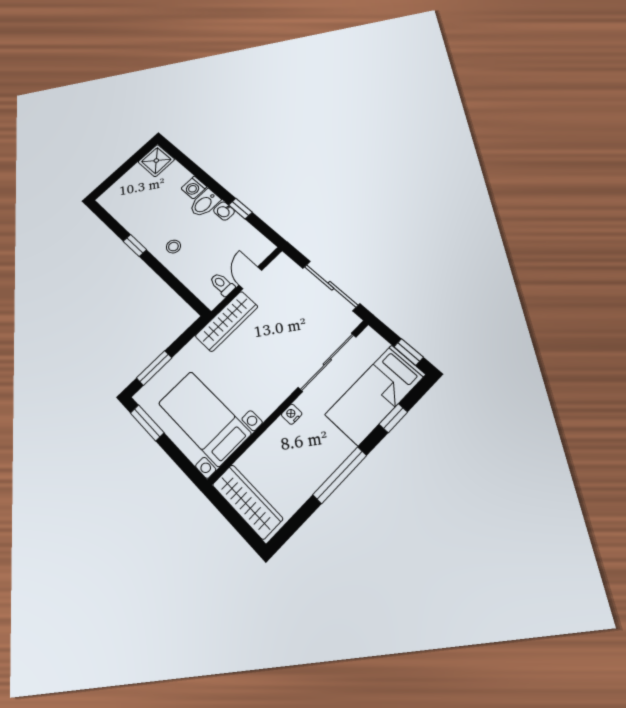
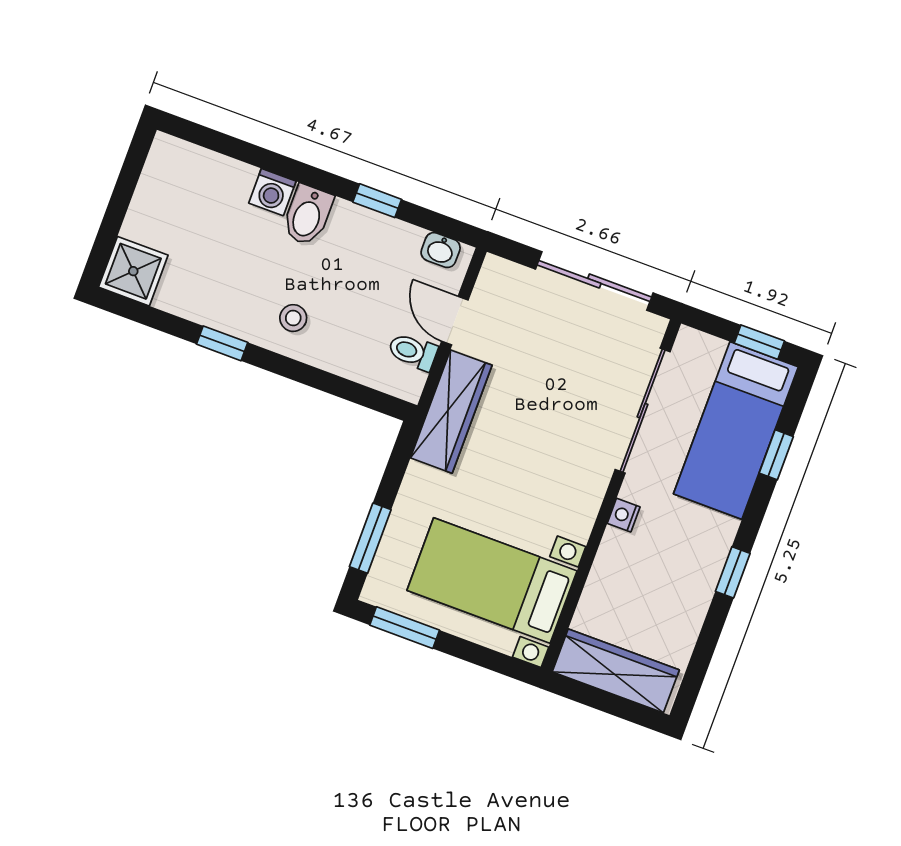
shower: (156, 161) -> (133, 271), moved
washbasin: (224, 211) -> (441, 250), moved
window: (340, 475) -> (733, 572), width x0.46

